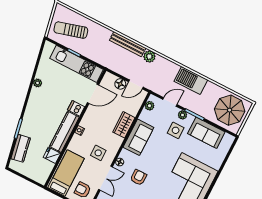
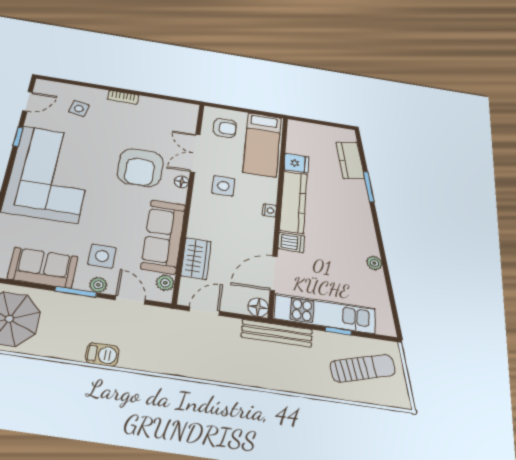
bench: (128, 44) -> (277, 333), moved
plant: (149, 56) -> (199, 368), removed
barbecue: (191, 81) -> (102, 355), width x0.53, depth x0.65
floor lamp: (120, 84) -> (258, 307), moved
door: (170, 102) -> (130, 300), swing flipped
wardrobe: (124, 125) -> (196, 259), moved
sofa: (138, 137) -> (163, 236), width x1.36
armchair: (138, 177) -> (140, 168), width x1.88, depth x1.88

